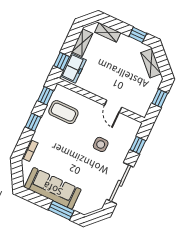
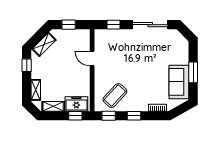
door: (113, 106) -> (92, 59), swing flipped
coffee table: (63, 112) -> (115, 96), turned 43
side table: (101, 144) -> (127, 54), removed
sofa: (53, 188) -> (179, 82), width x0.73
window: (61, 210) -> (193, 72), moved

